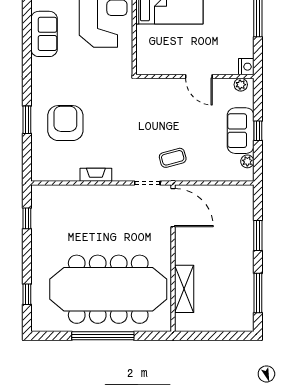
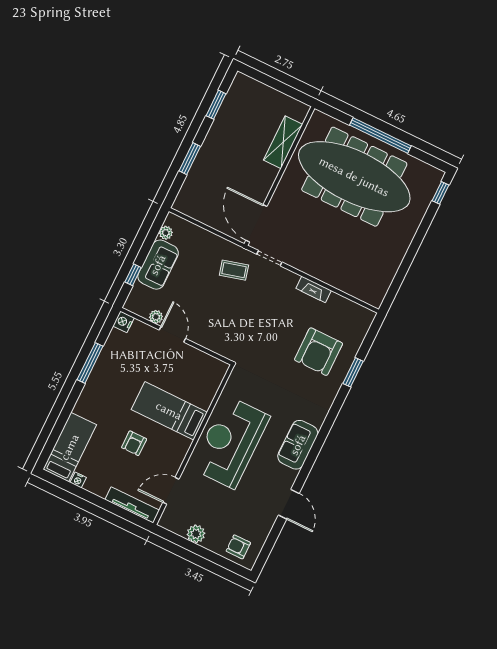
plant: (241, 85) -> (156, 317), moved
window: (258, 131) -> (133, 275), moved
window: (27, 218) -> (398, 280), removed
window: (258, 293) -> (216, 105), width x0.69
window: (27, 294) -> (441, 193), moved

